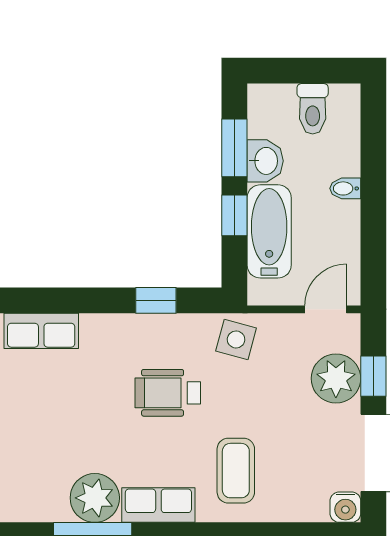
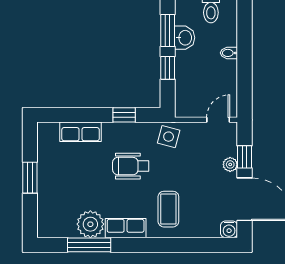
bathtub: (269, 231) -> (187, 77), removed
row of seats: (41, 331) -> (81, 132), moved
plant: (336, 378) -> (230, 164), width x0.53, depth x0.53

